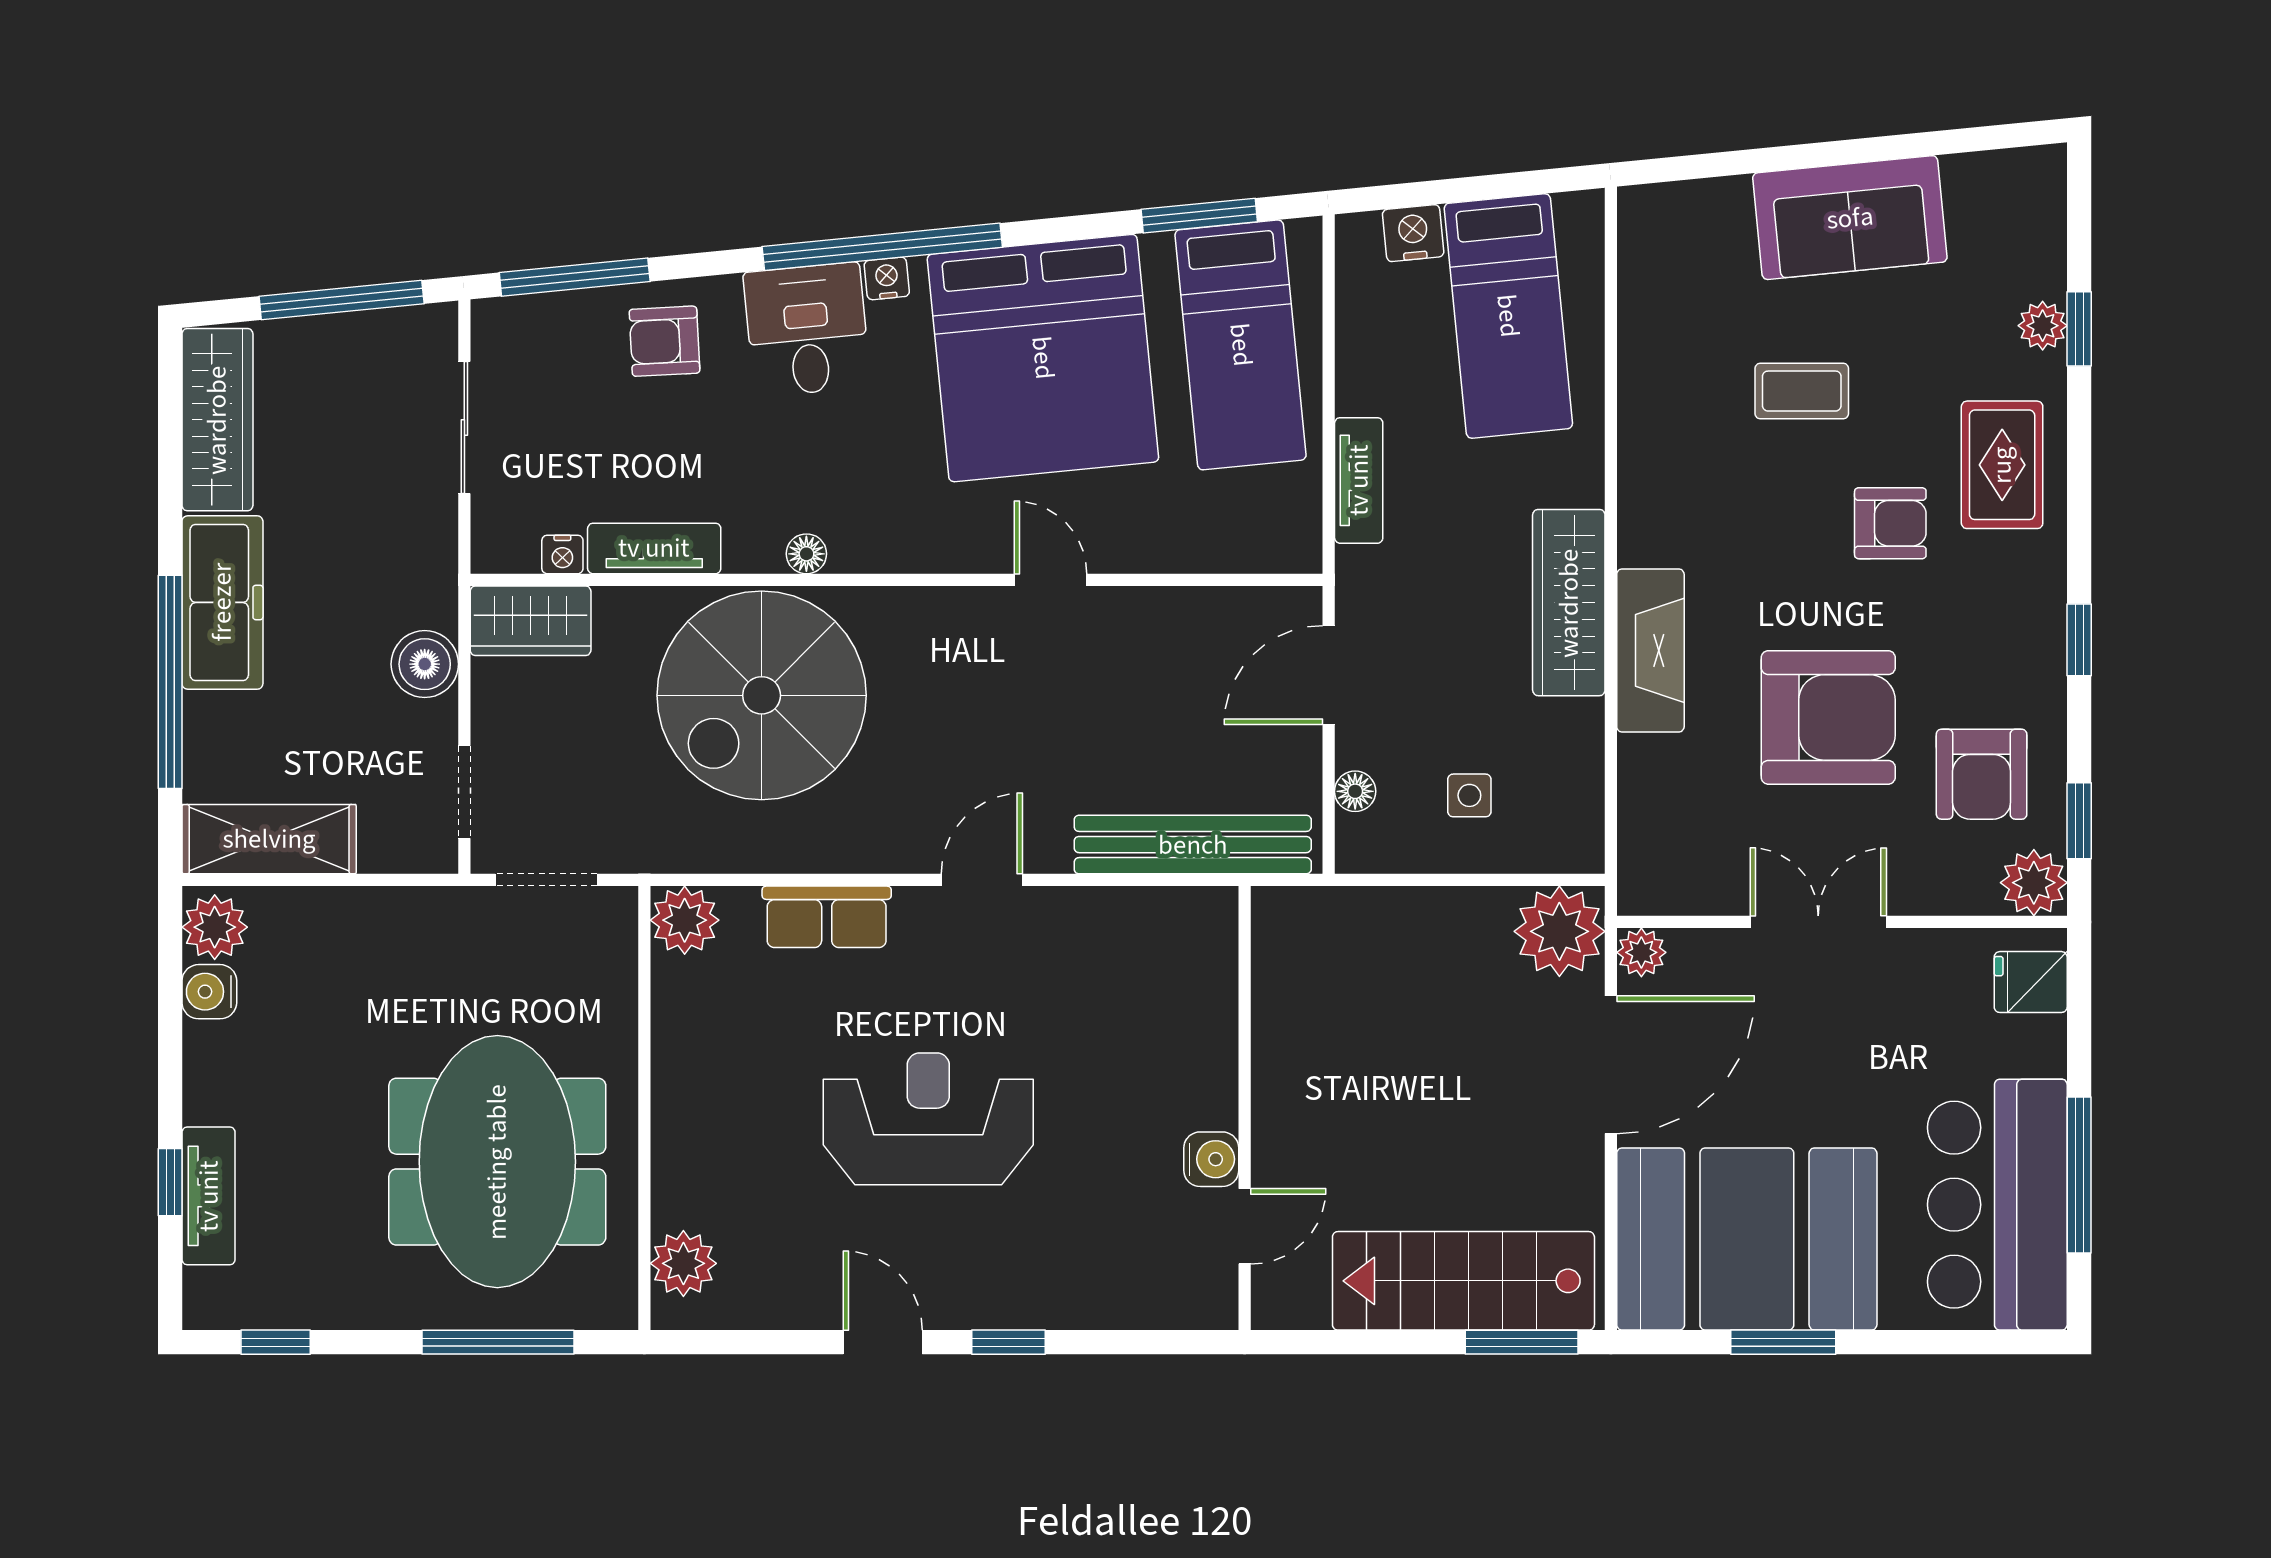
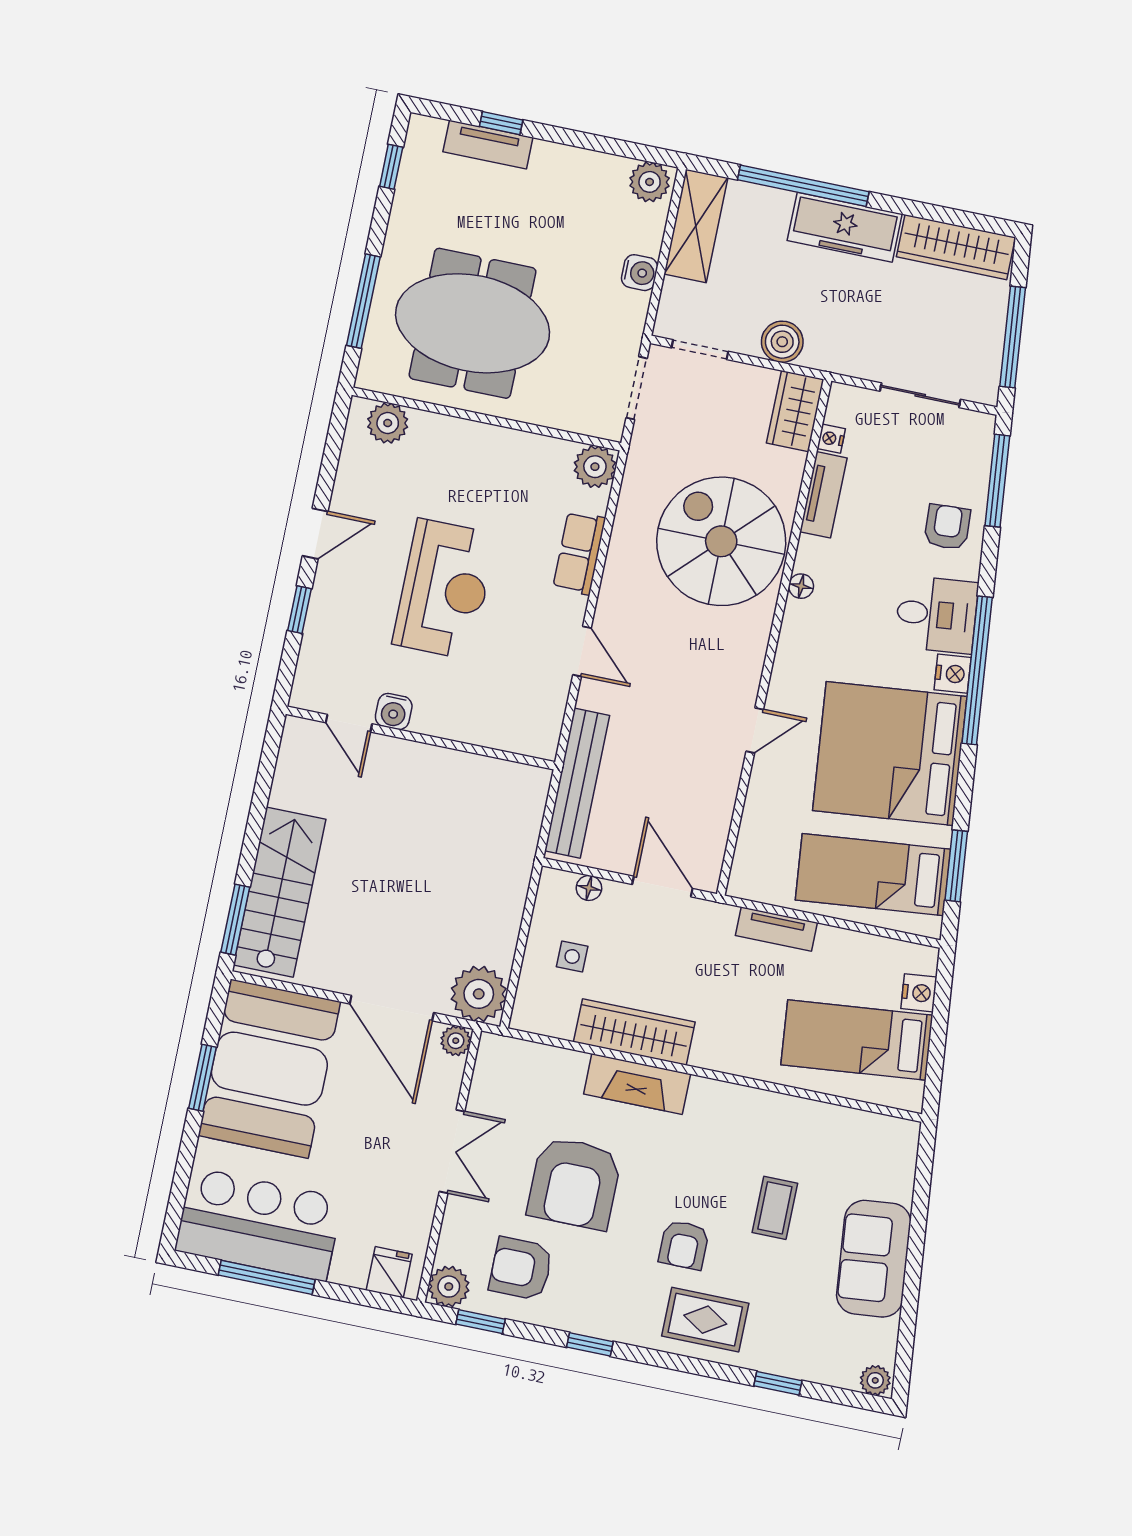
nightstand: (887, 278) -> (953, 674), width x1.39, depth x1.35
plant: (2043, 326) -> (875, 1380), moved
wardrobe: (1569, 603) -> (634, 1032), moved
water cooler: (209, 992) -> (640, 273), moved, turned 90
wall: (1245, 1108) -> (420, 738), moved
water cooler: (1211, 1159) -> (394, 711), moved
door: (1245, 1226) -> (349, 723), moved

